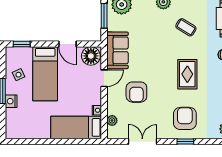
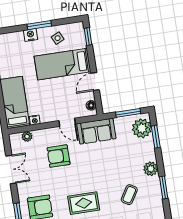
floor lamp: (91, 56) -> (91, 105), width x0.53, depth x0.53

